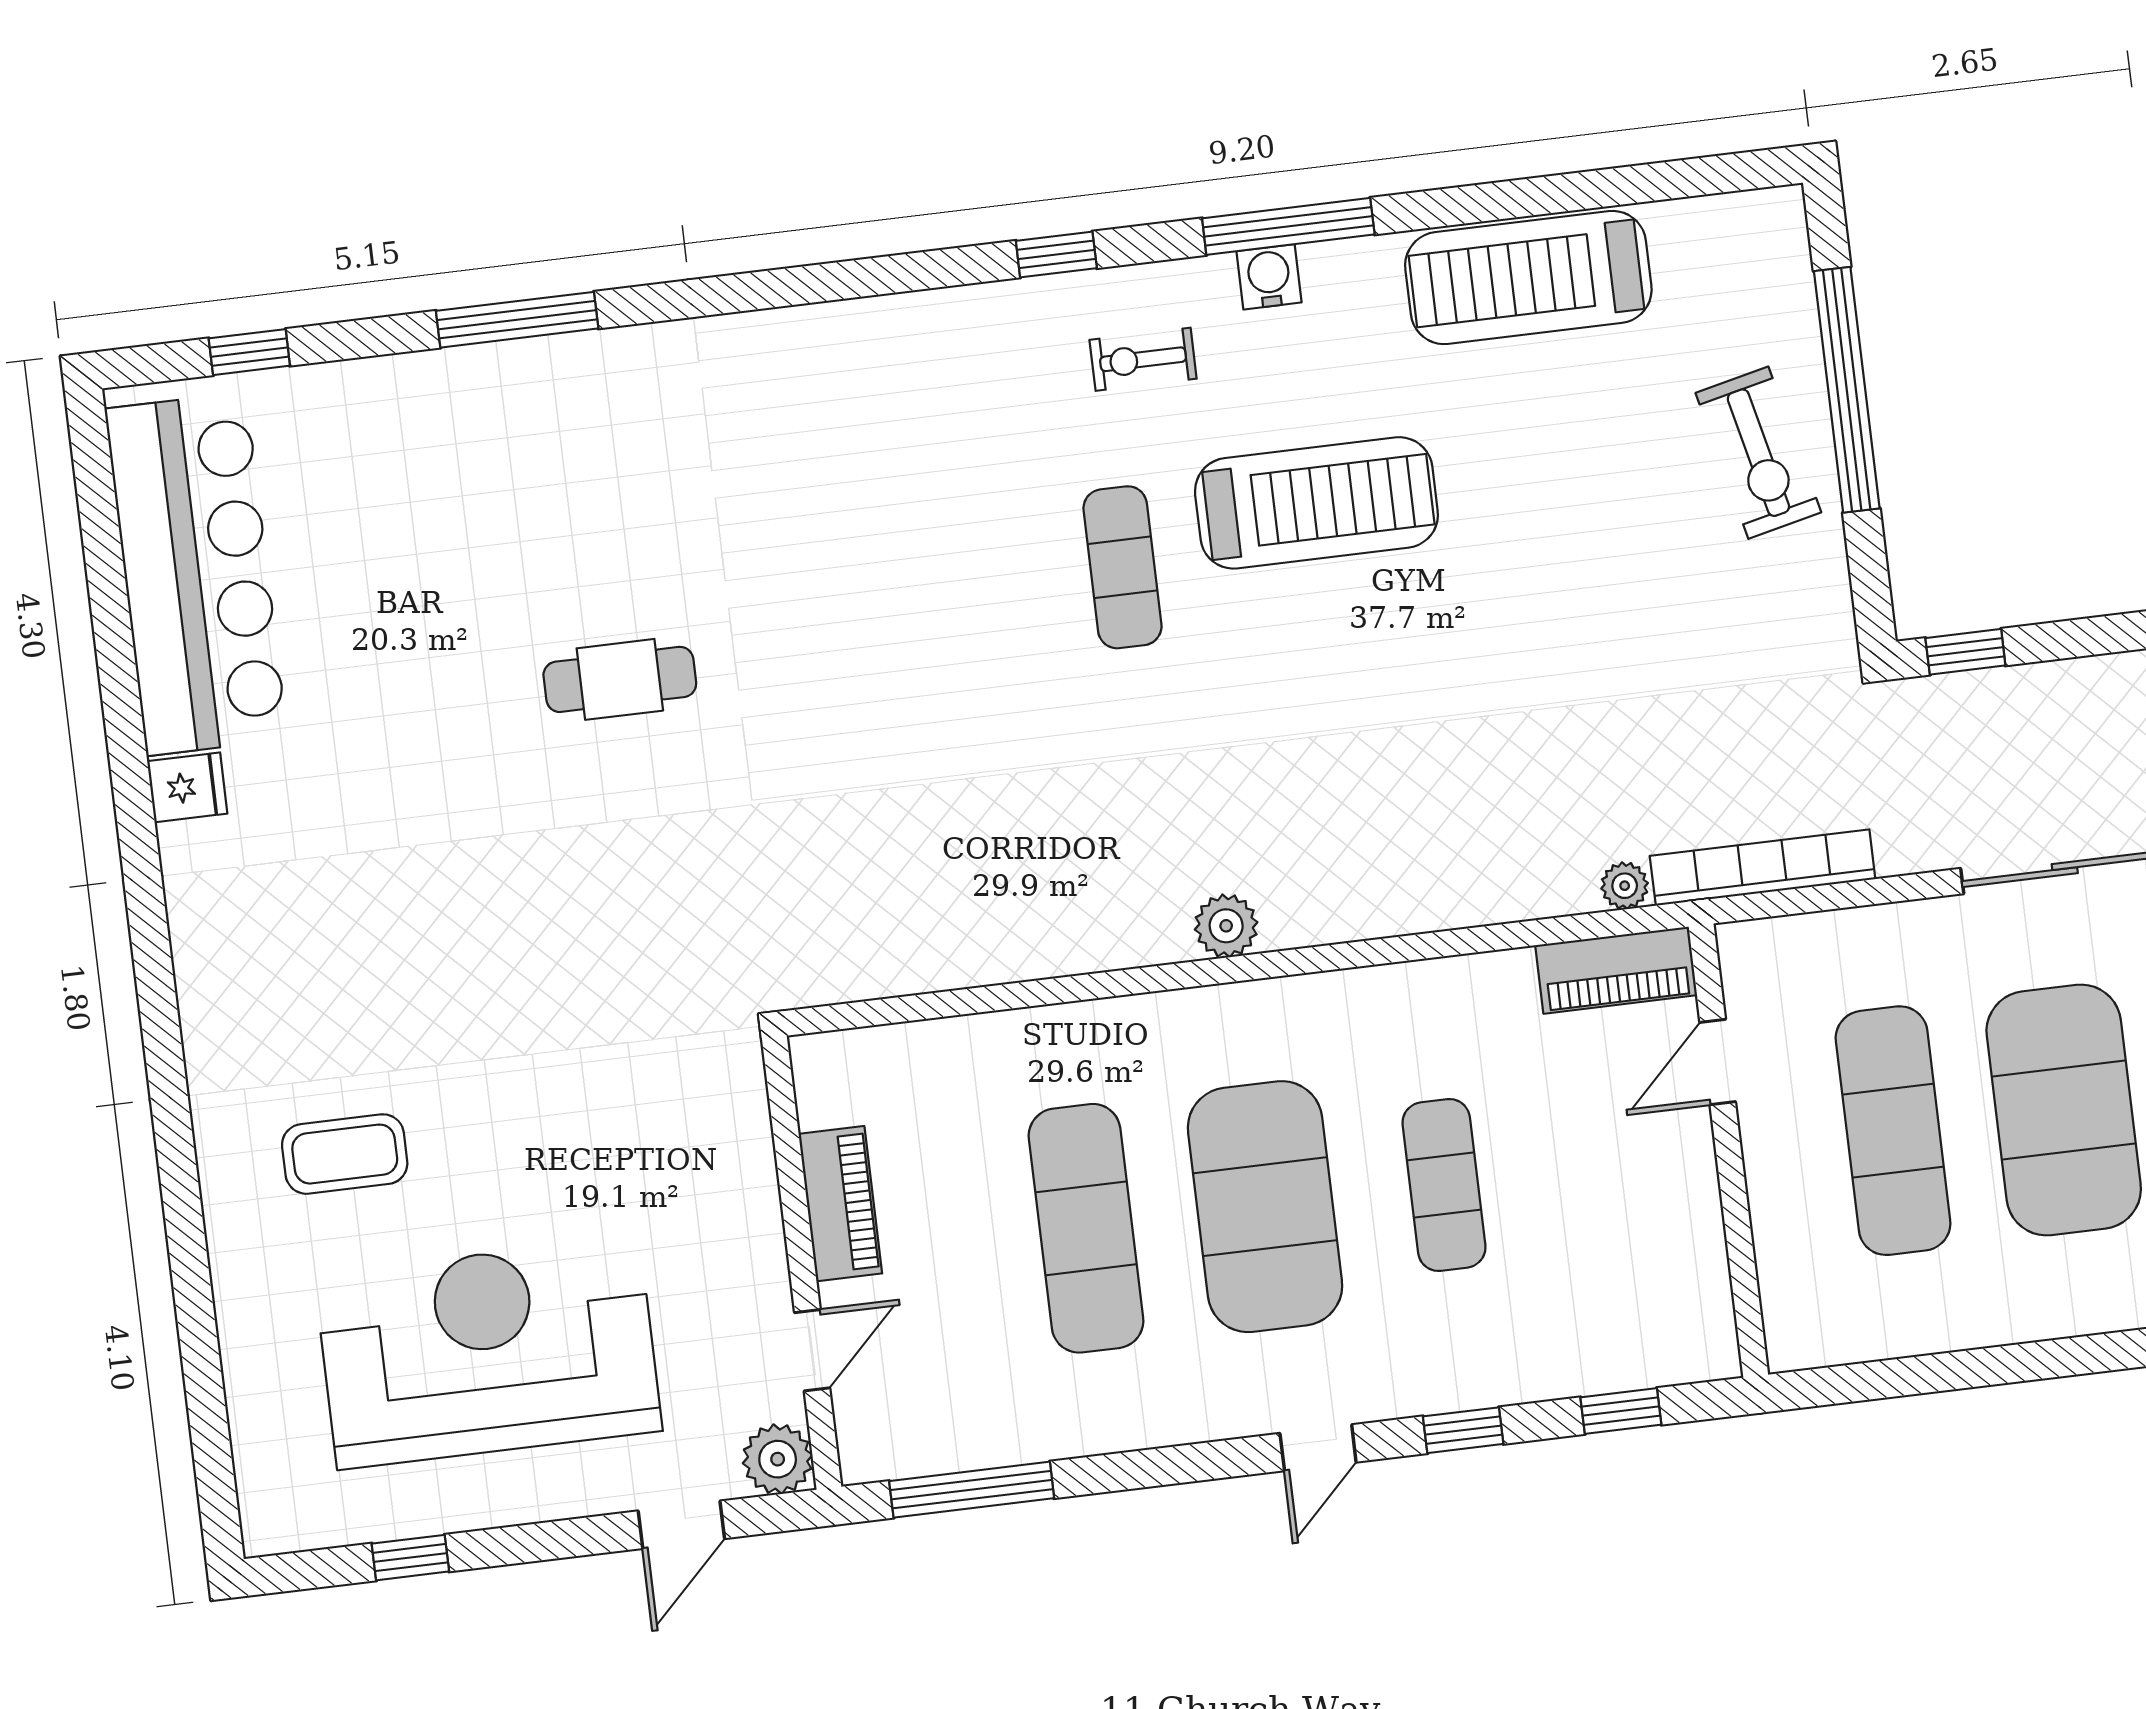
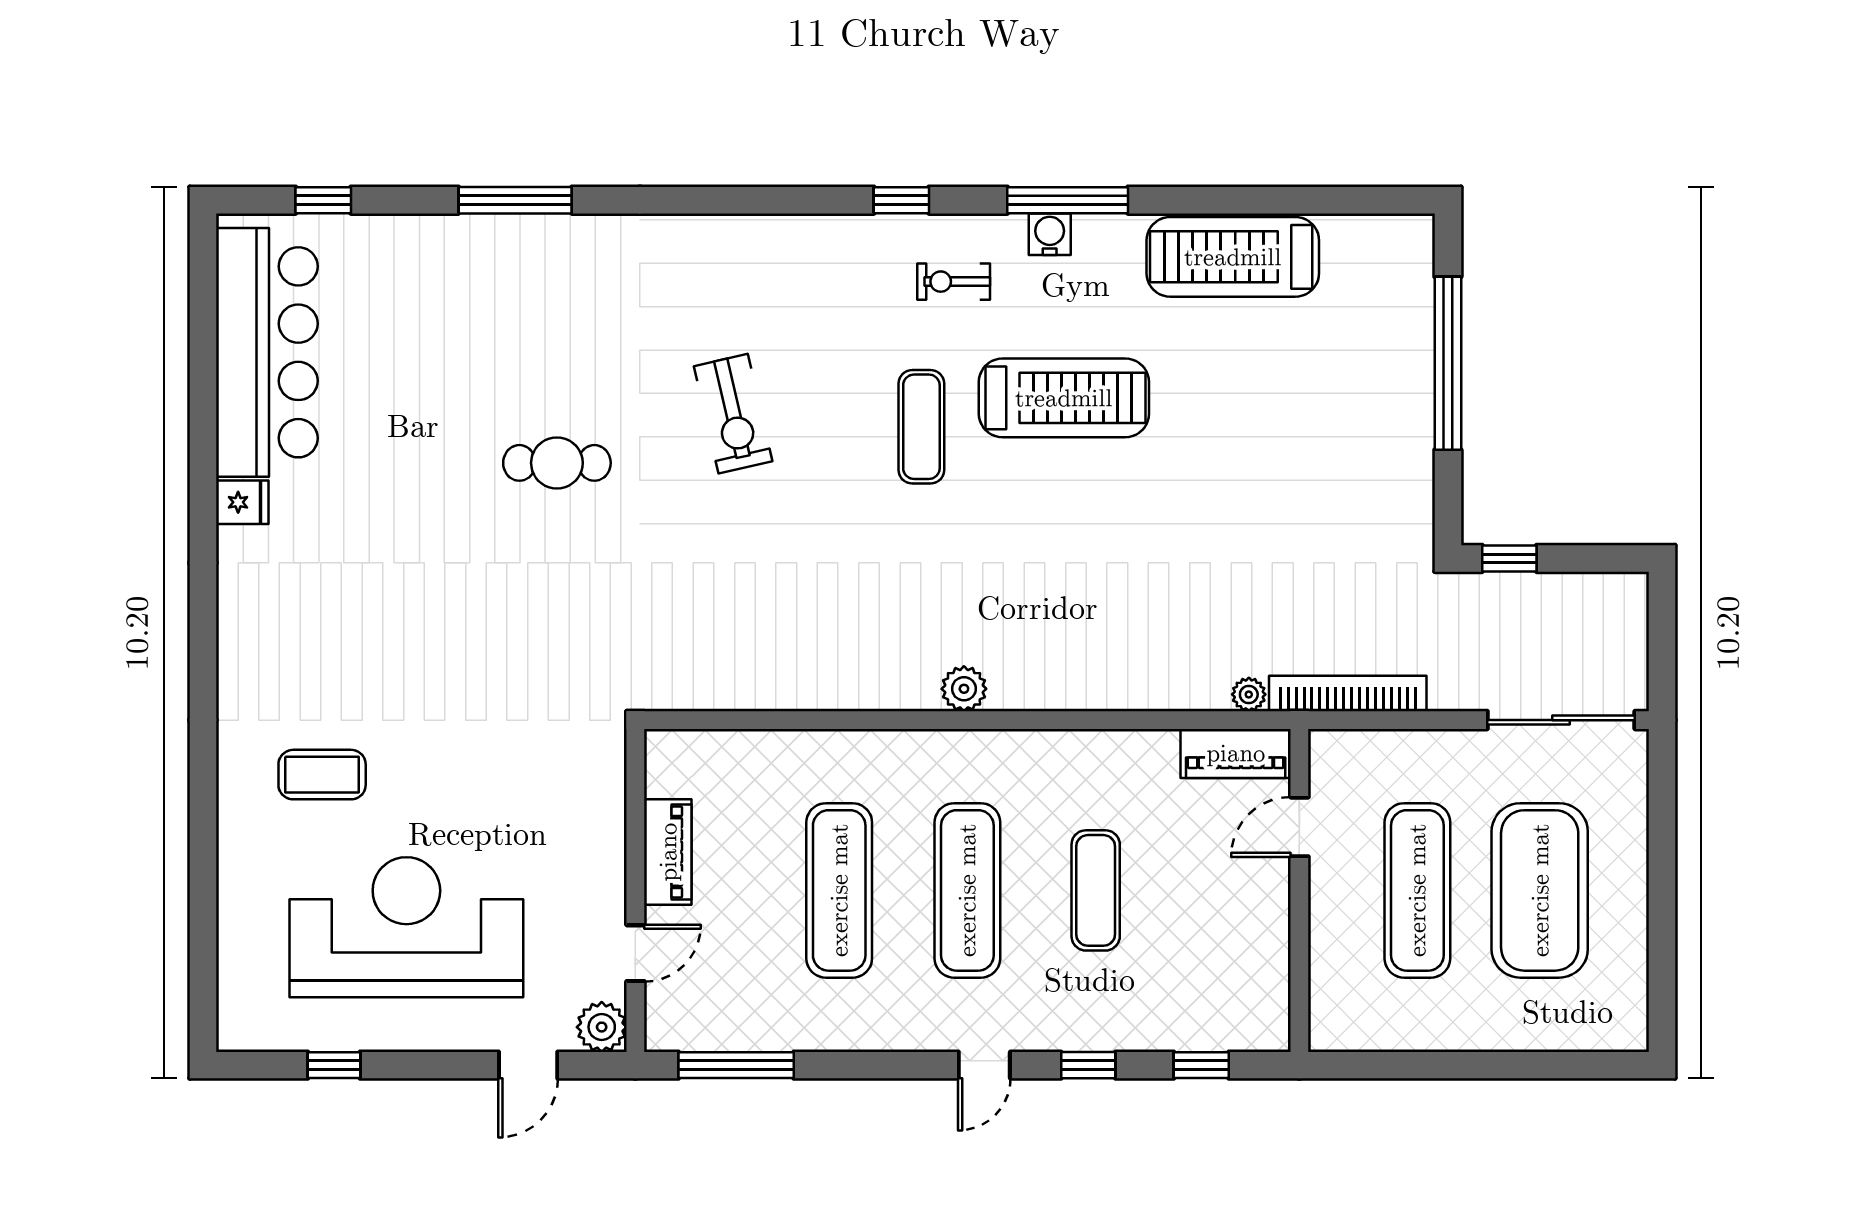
exercise bike: (1758, 453) -> (733, 414), moved
exercise mat: (1265, 1207) -> (967, 890), width x0.68

